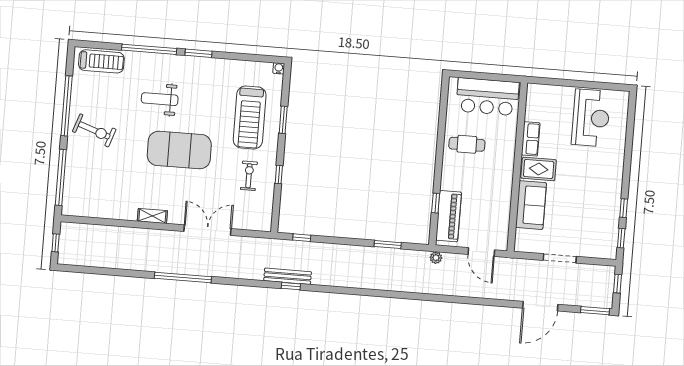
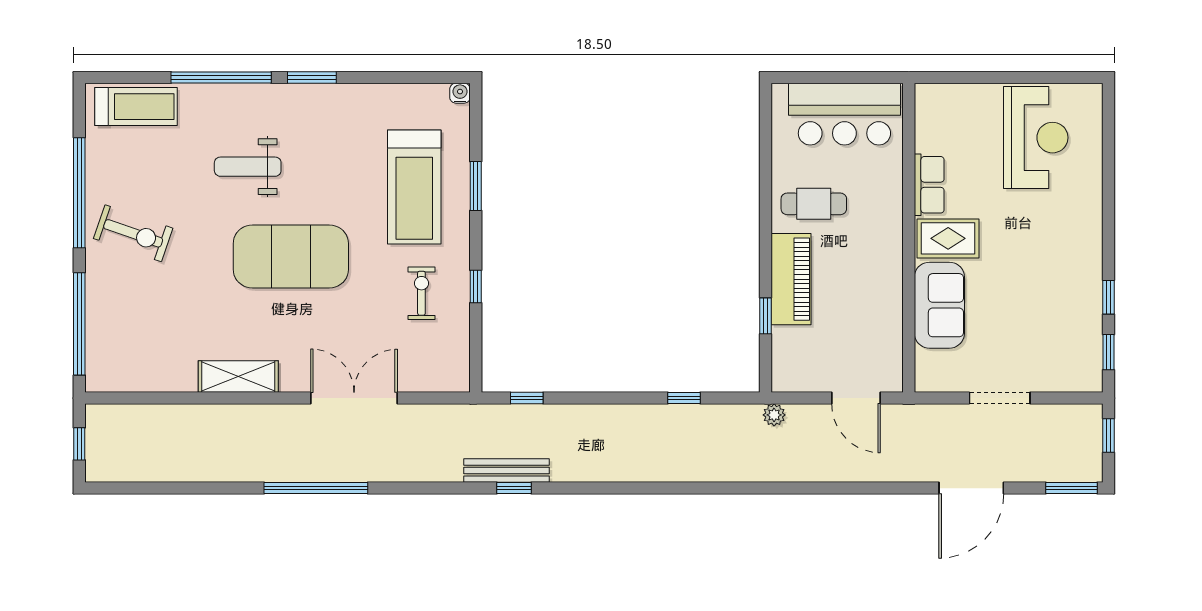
shelving: (152, 216) -> (238, 377), width x1.50, depth x1.33
piano: (449, 216) -> (791, 279), moved
window: (388, 245) -> (684, 398), width x0.67

